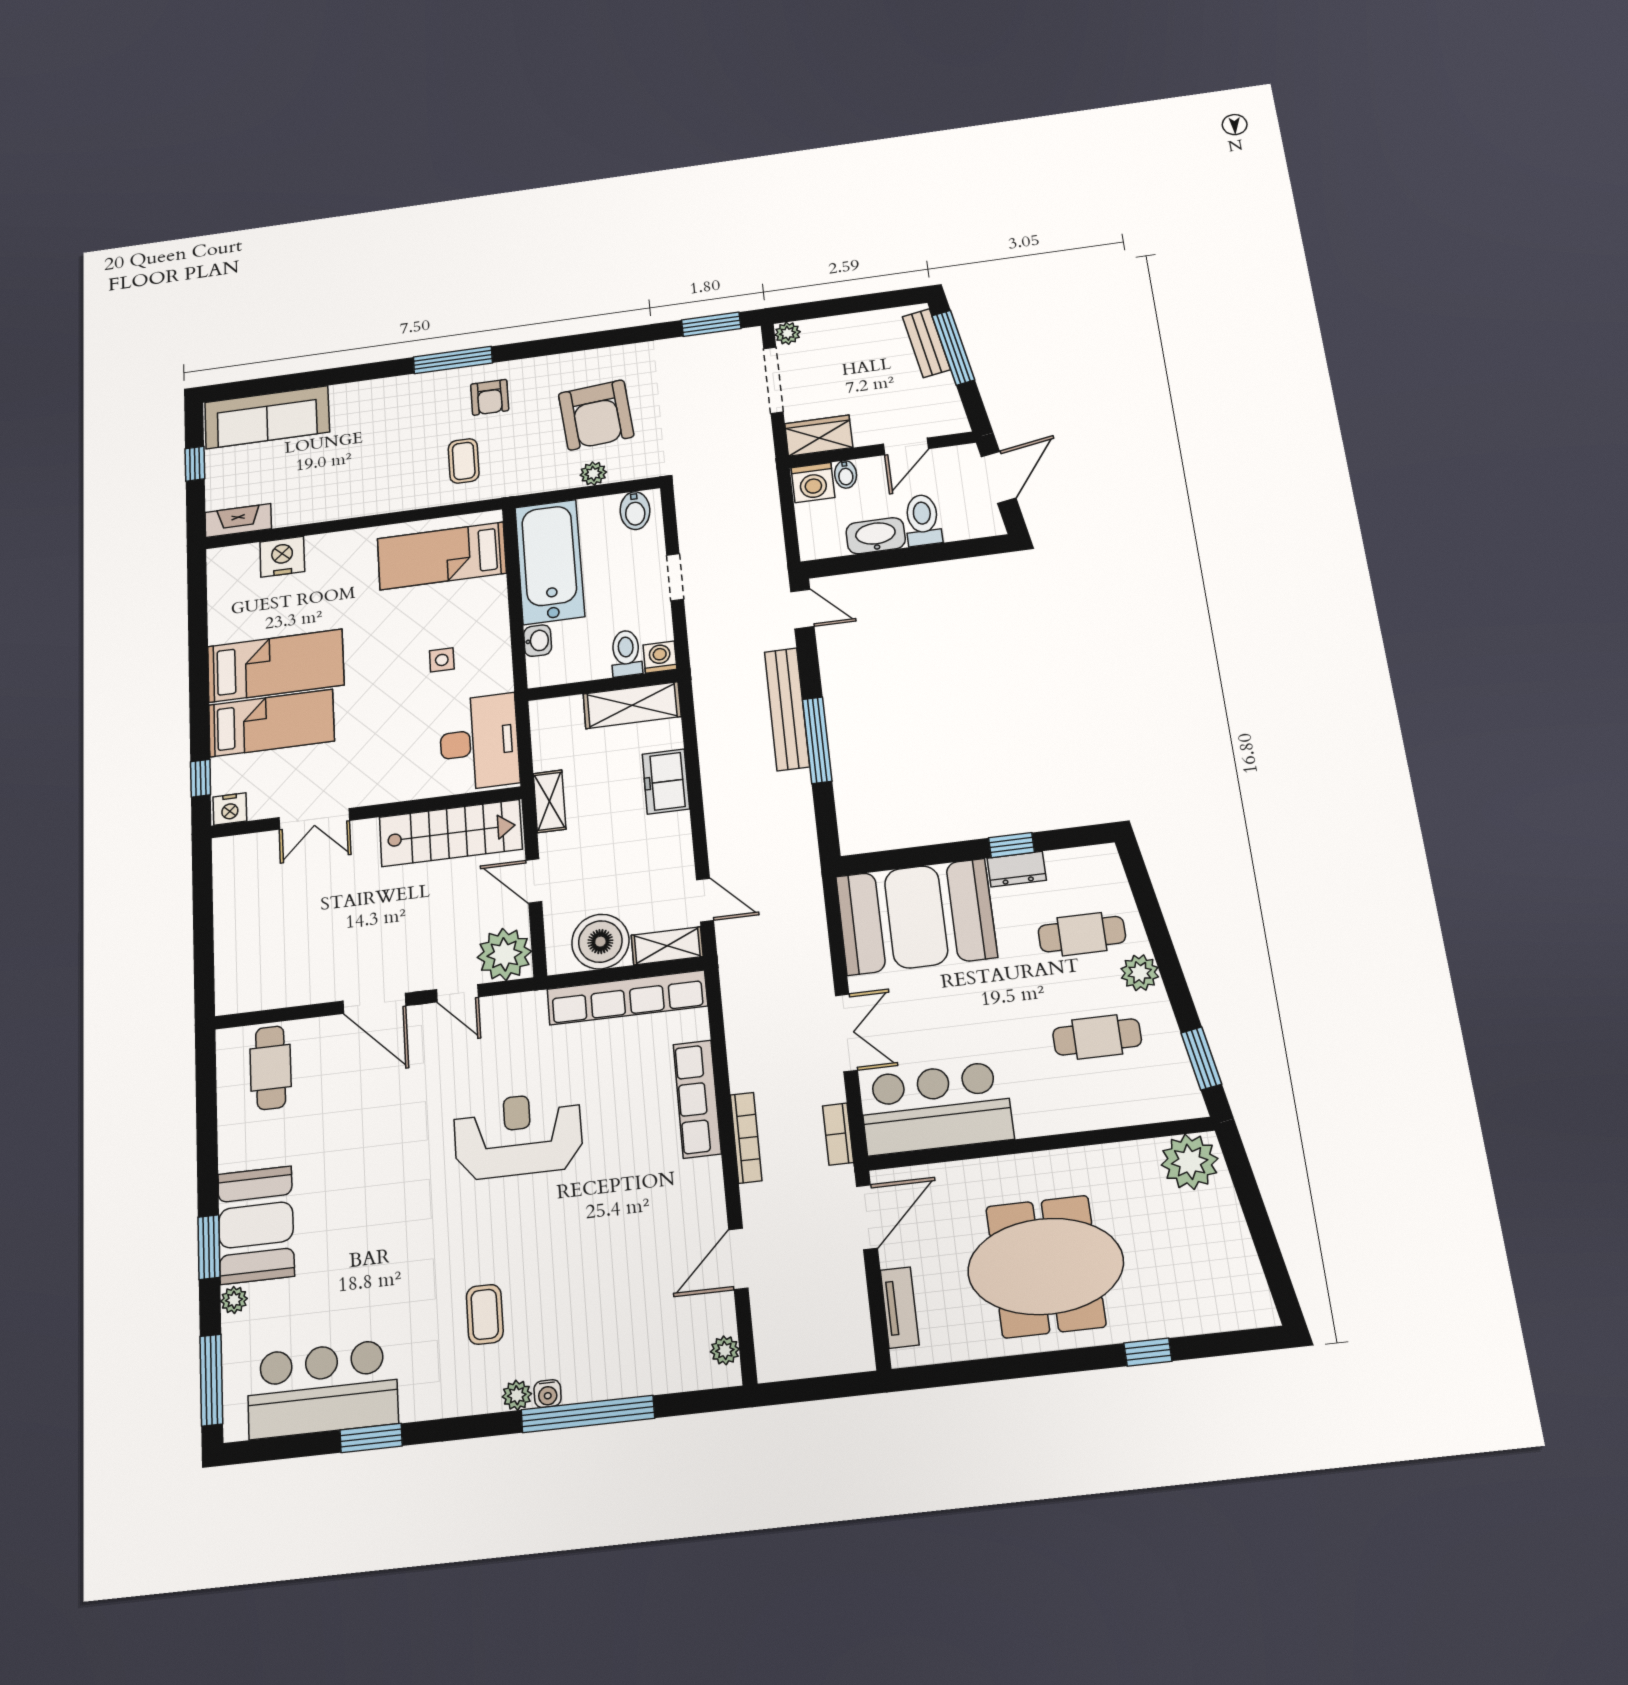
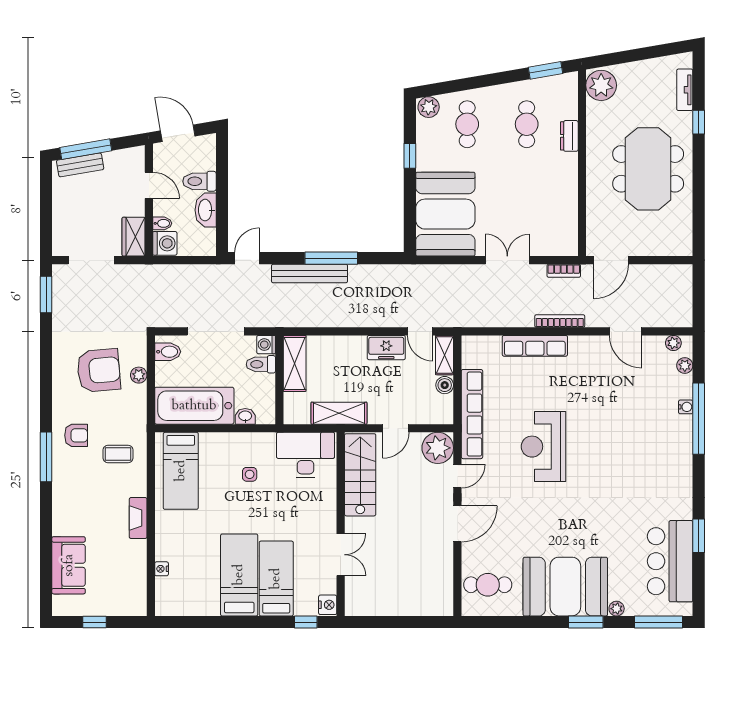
plant: (788, 333) -> (60, 248), removed
sofa: (267, 417) -> (69, 565), width x0.73
fireplace: (238, 521) -> (138, 518), moved
nightstand: (282, 557) -> (162, 569), width x0.53, depth x0.56
doorway: (675, 577) -> (216, 331), width x1.88
freezer: (666, 781) -> (386, 348), moved
shelving: (550, 801) -> (339, 413), width x1.50, depth x1.33
dresser: (1017, 869) -> (569, 136), moved, turned 180
door: (705, 900) -> (420, 331), swing flipped
boiler: (600, 942) -> (445, 385), width x0.54, depth x0.54
plant: (1140, 973) -> (429, 107), moved
row of seats: (627, 997) -> (472, 414), moved
bar counter: (936, 1108) -> (556, 216), removed
door: (867, 1217) -> (611, 260), swing flipped
booth: (256, 1225) -> (565, 587), width x1.36, depth x1.42
tv unit: (900, 1307) -> (685, 90), moved, turned -90
coffee table: (485, 1314) -> (640, 471), removed
water cooler: (548, 1394) -> (686, 407), moved
plant: (517, 1395) -> (685, 365), moved

